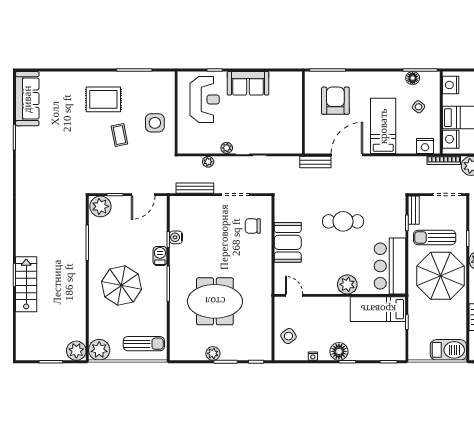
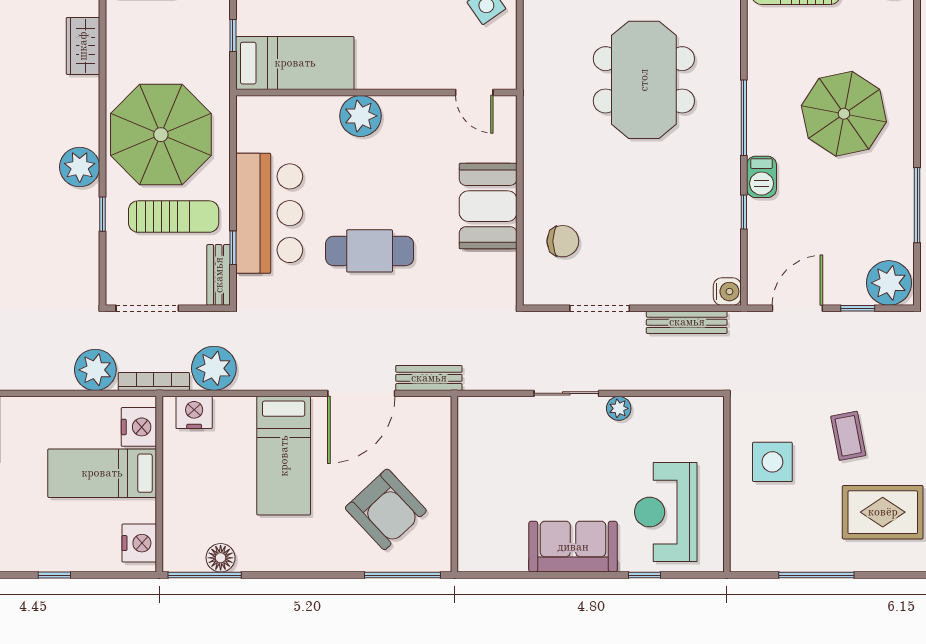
armchair: (335, 101) -> (386, 509), turned -43
side table: (418, 107) -> (208, 496), removed
plant: (208, 162) -> (214, 368), moved, width x1.87, depth x1.87
water cooler: (176, 237) -> (727, 292), moved
bar counter: (390, 266) -> (269, 213), moved
meeting table: (215, 301) -> (644, 80), turned 90

